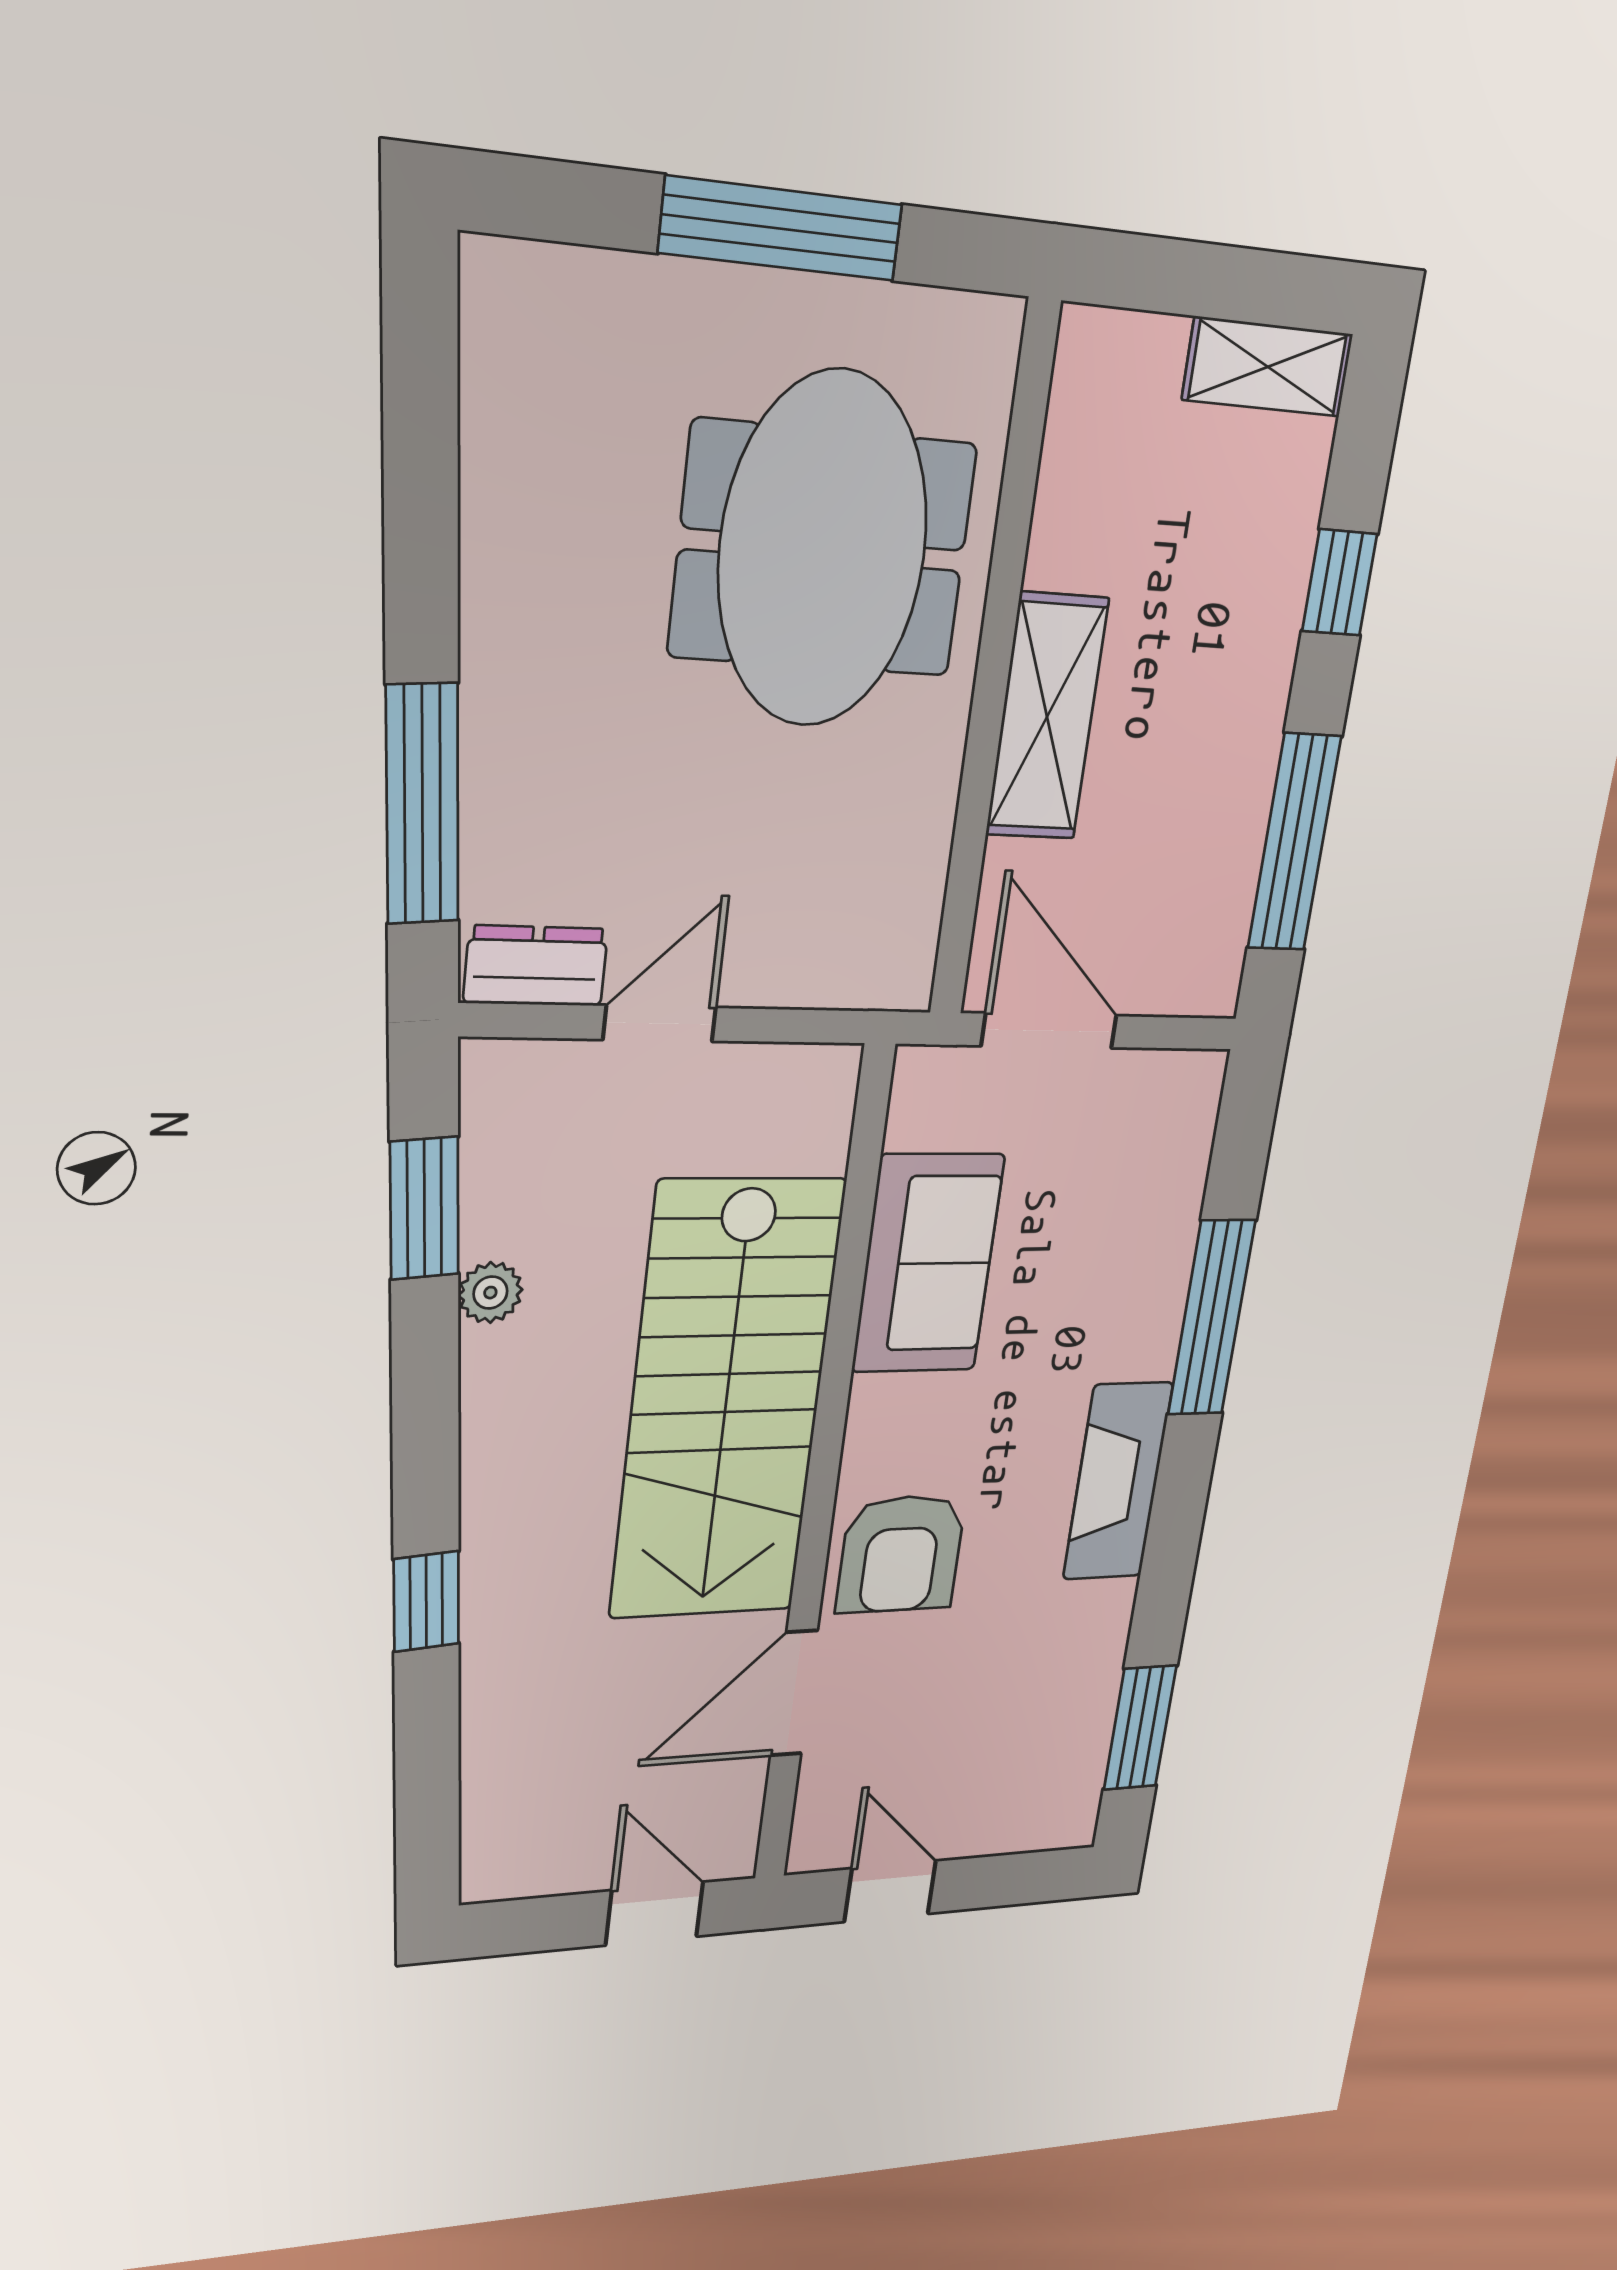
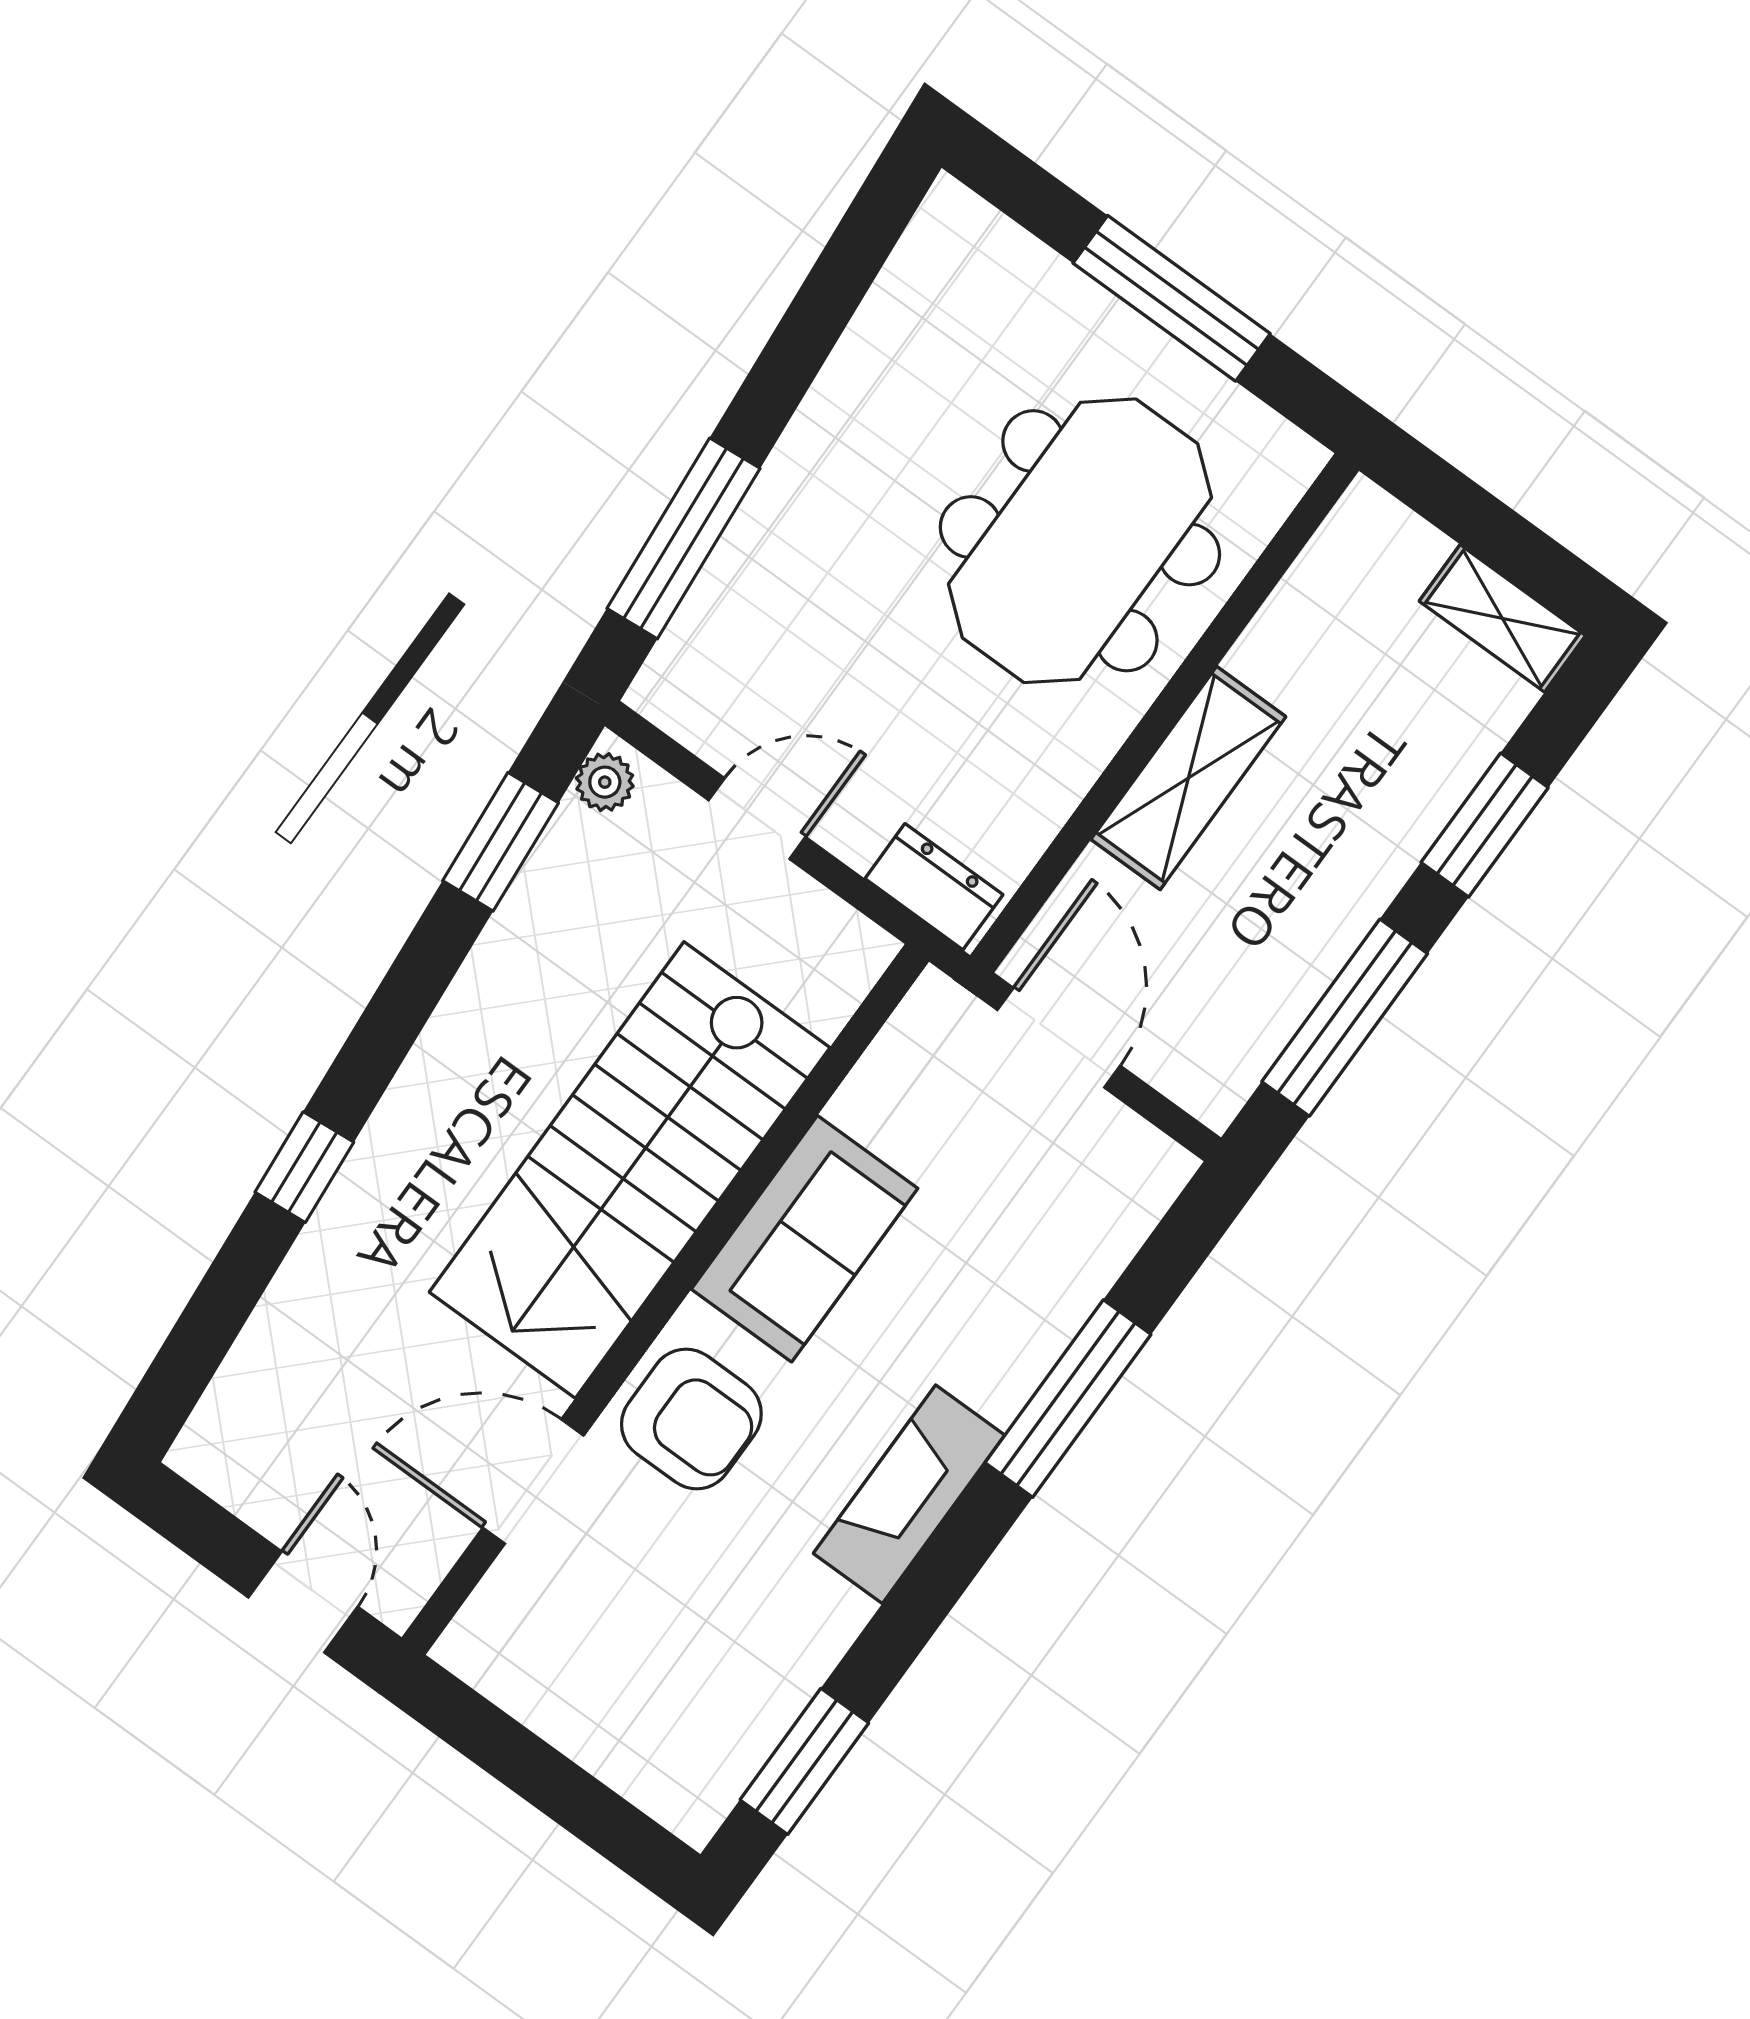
window: (1340, 582) -> (1485, 825), width x1.50
dresser: (536, 966) -> (934, 887), moved
sofa: (928, 1263) -> (805, 1239), moved
plant: (490, 1293) -> (605, 782), moved
armchair: (901, 1554) -> (691, 1419), turned -90
door: (890, 1891) -> (503, 1748), removed

